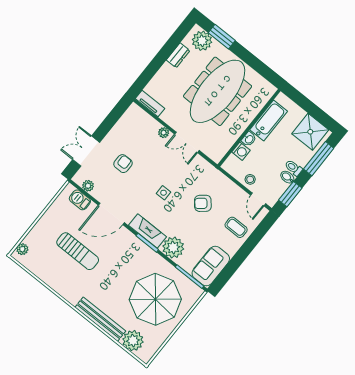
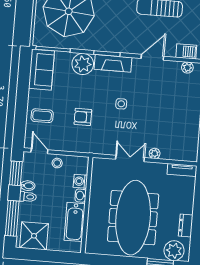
armchair: (123, 164) -> (171, 105), removed
armchair: (203, 203) -> (83, 117), turned -140
door: (111, 214) -> (152, 57), width x0.73

